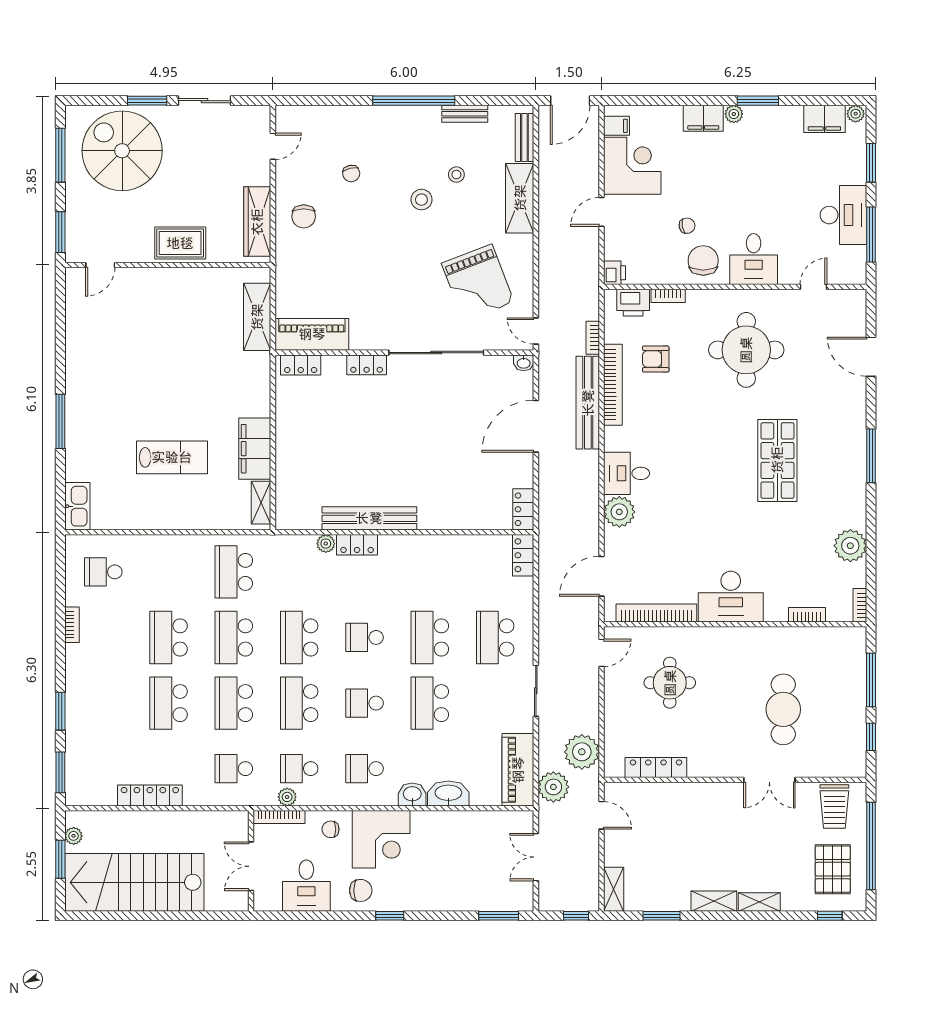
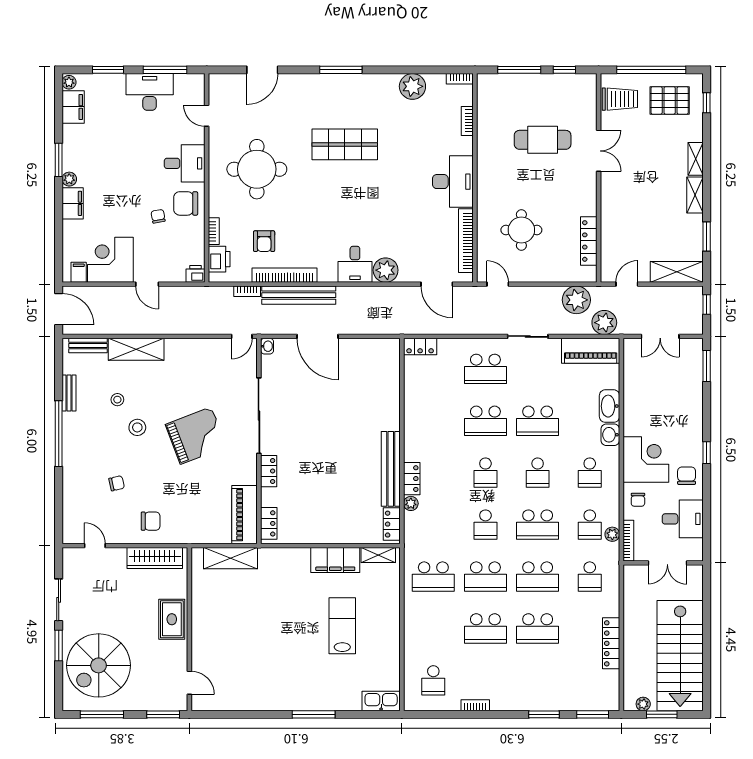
grand piano: (478, 283) -> (196, 436), moved
locker: (523, 509) -> (392, 524), moved, turned 90
school desk: (299, 637) -> (485, 525), width x0.54
shelving: (614, 889) -> (677, 272), width x1.50, depth x1.33

